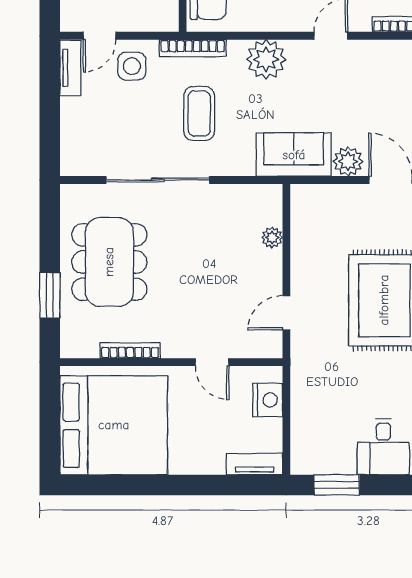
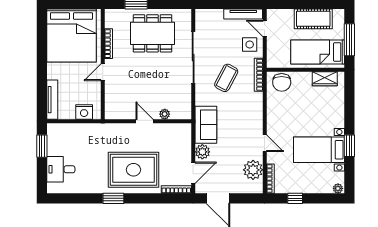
plant: (266, 59) -> (253, 170), moved
tv unit: (70, 68) -> (243, 14), width x1.41
coffee table: (199, 113) -> (226, 78), turned -62
door: (286, 313) -> (144, 121), moved
door: (212, 362) -> (103, 72), moved
tv unit: (254, 464) -> (52, 100), width x1.41

